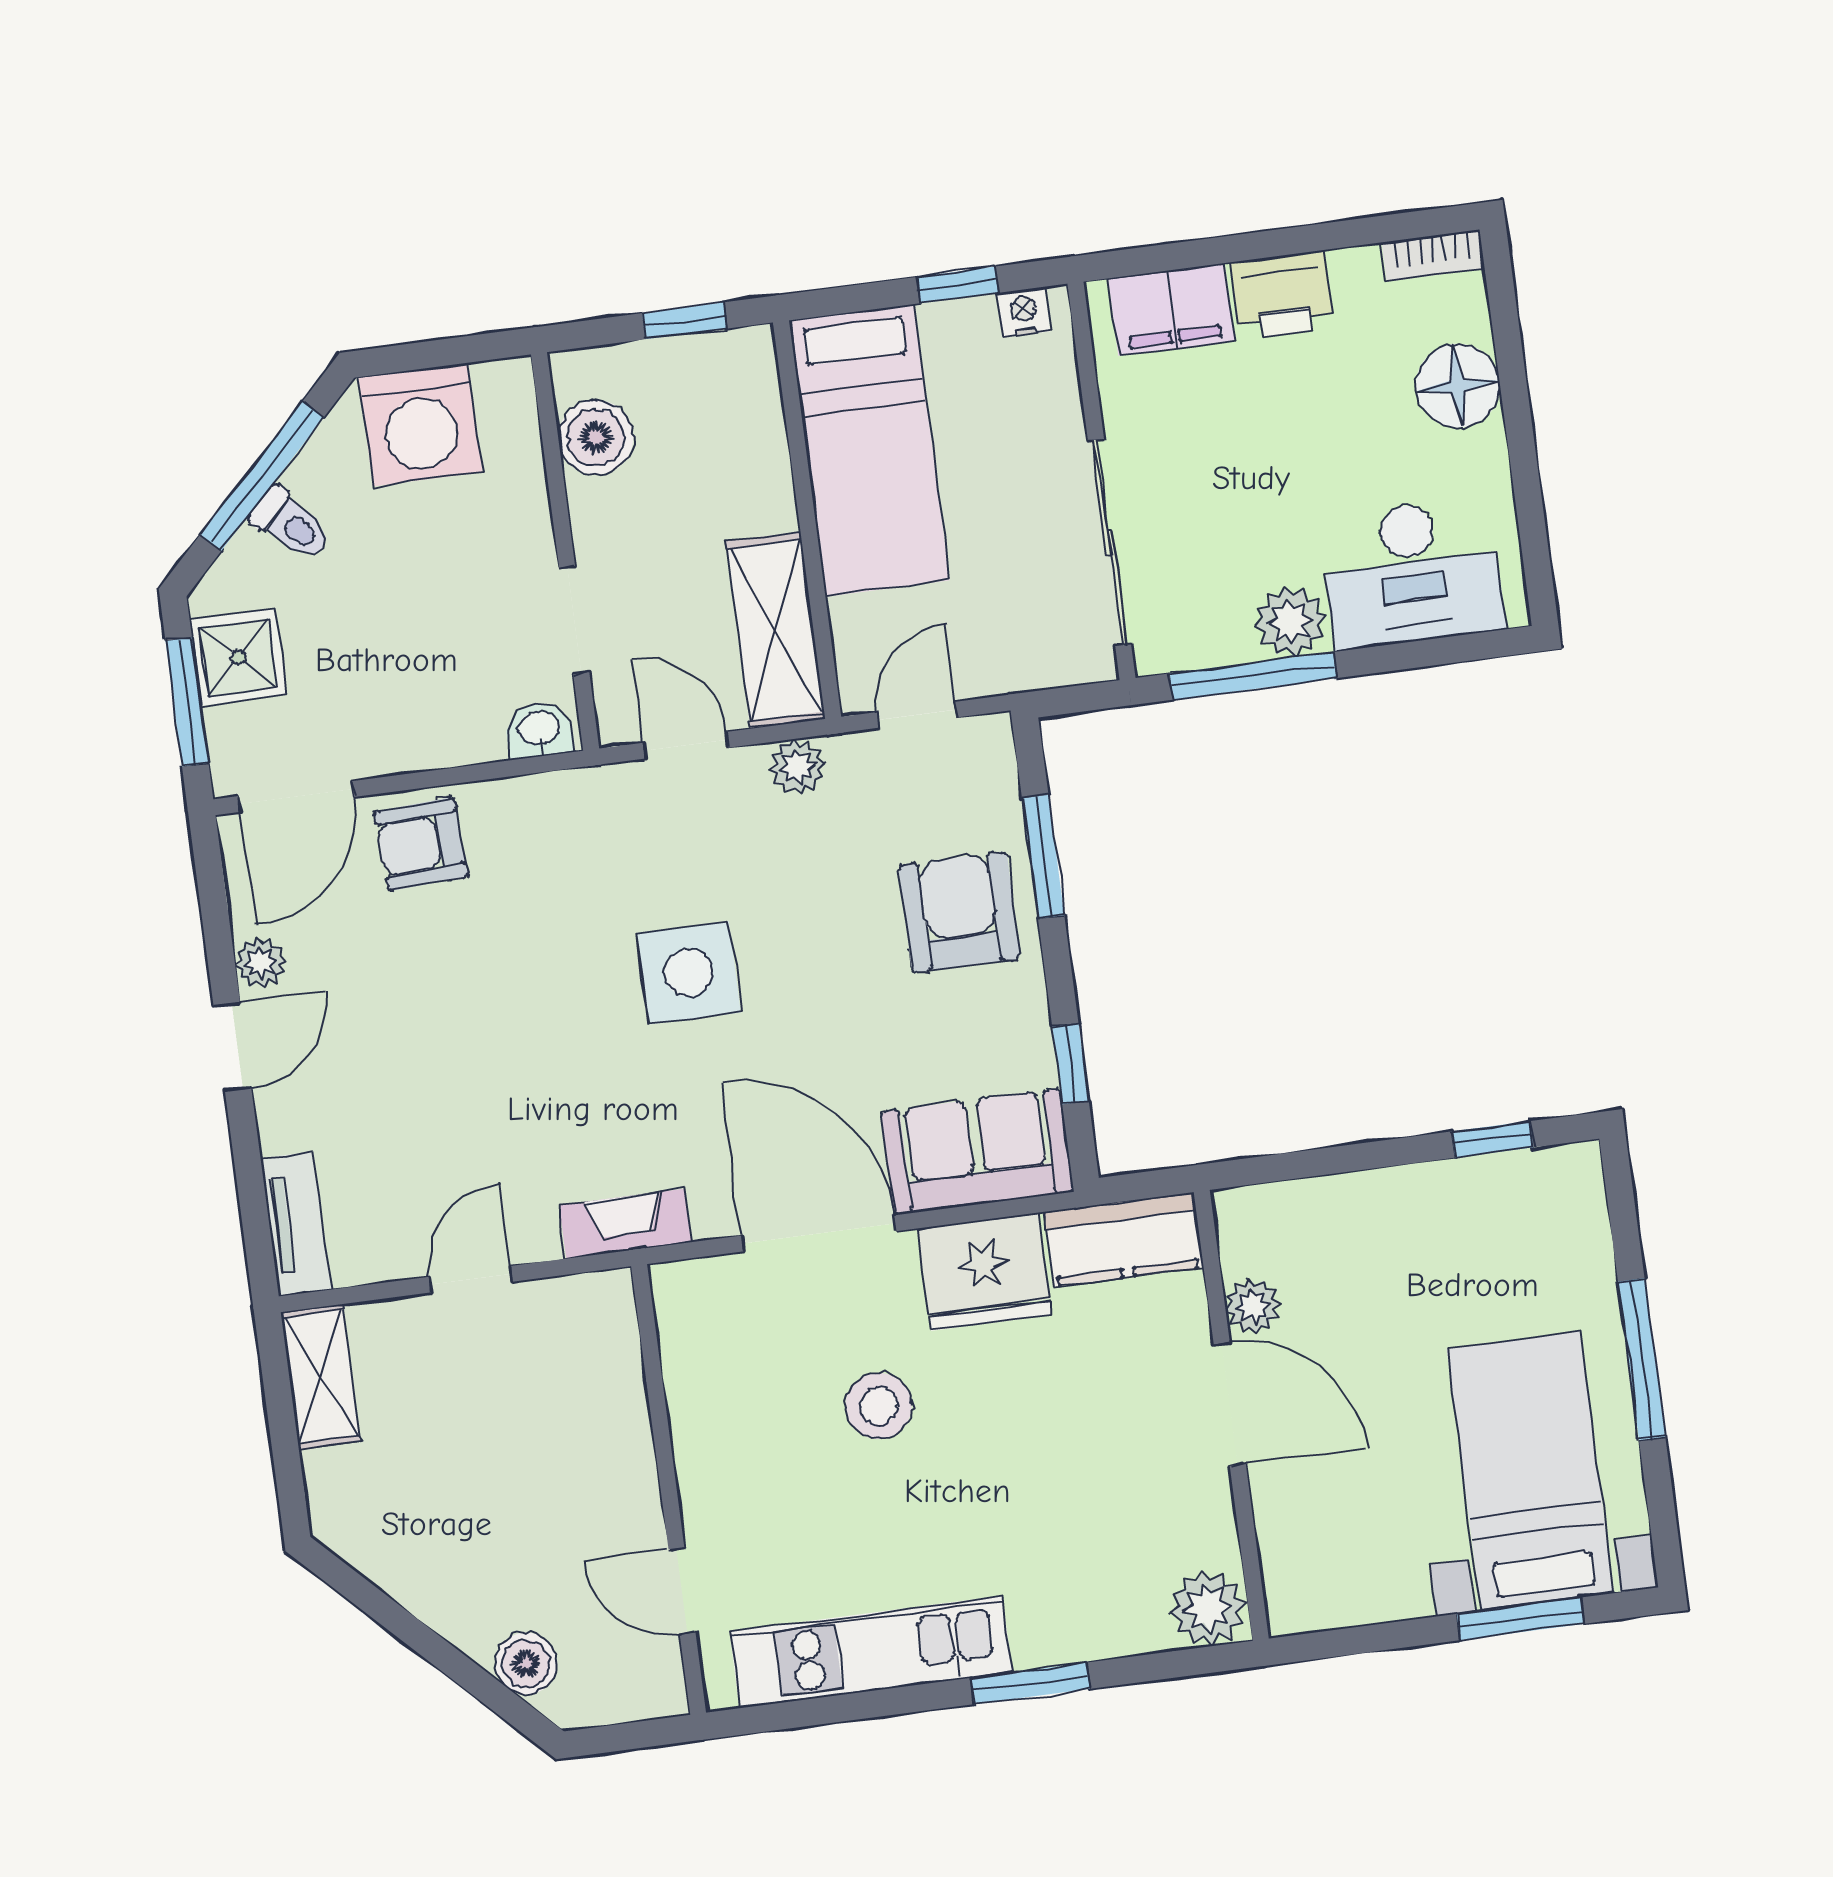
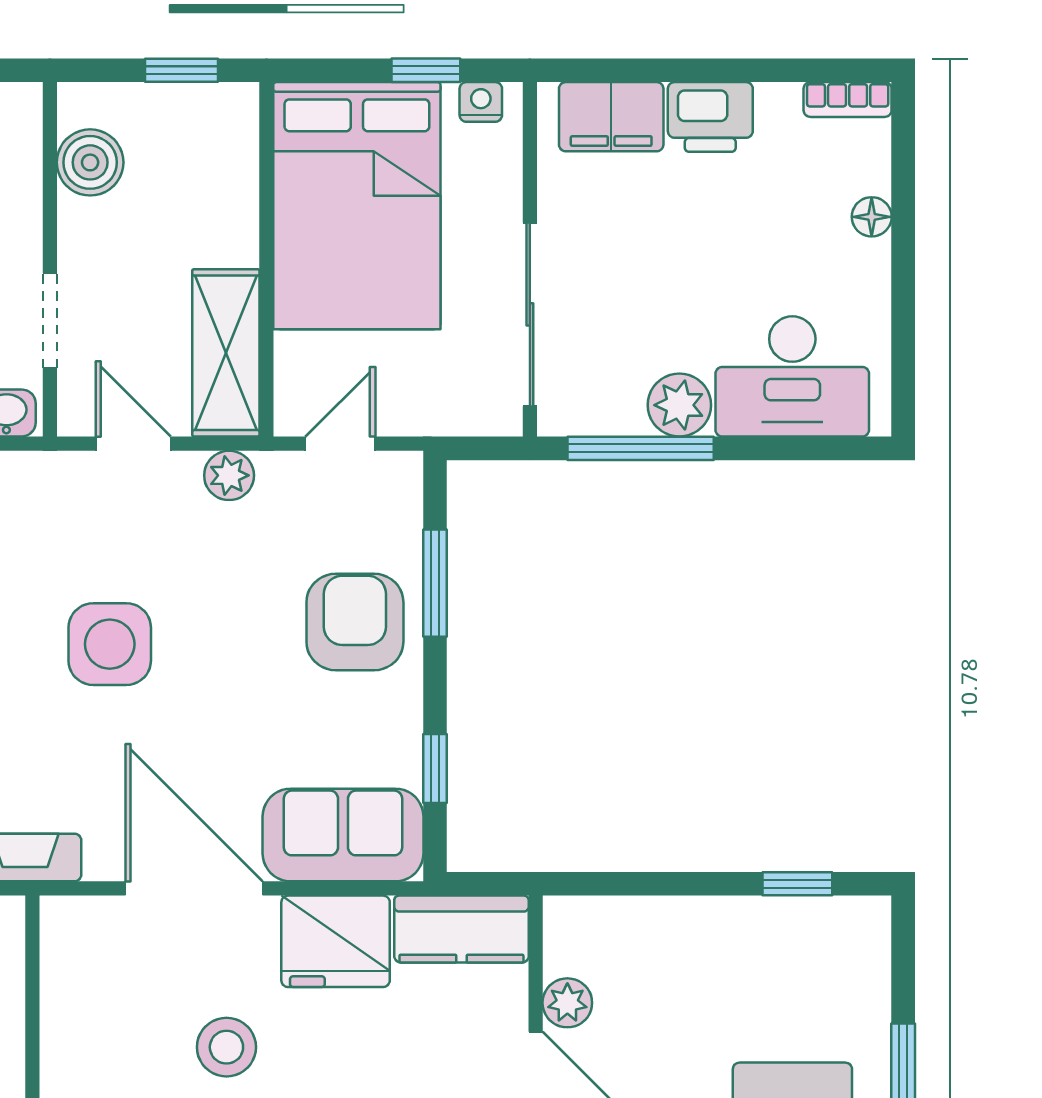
floor lamp: (1458, 386) -> (872, 217), width x0.53, depth x0.53
bed: (869, 450) -> (357, 206), width x1.50

